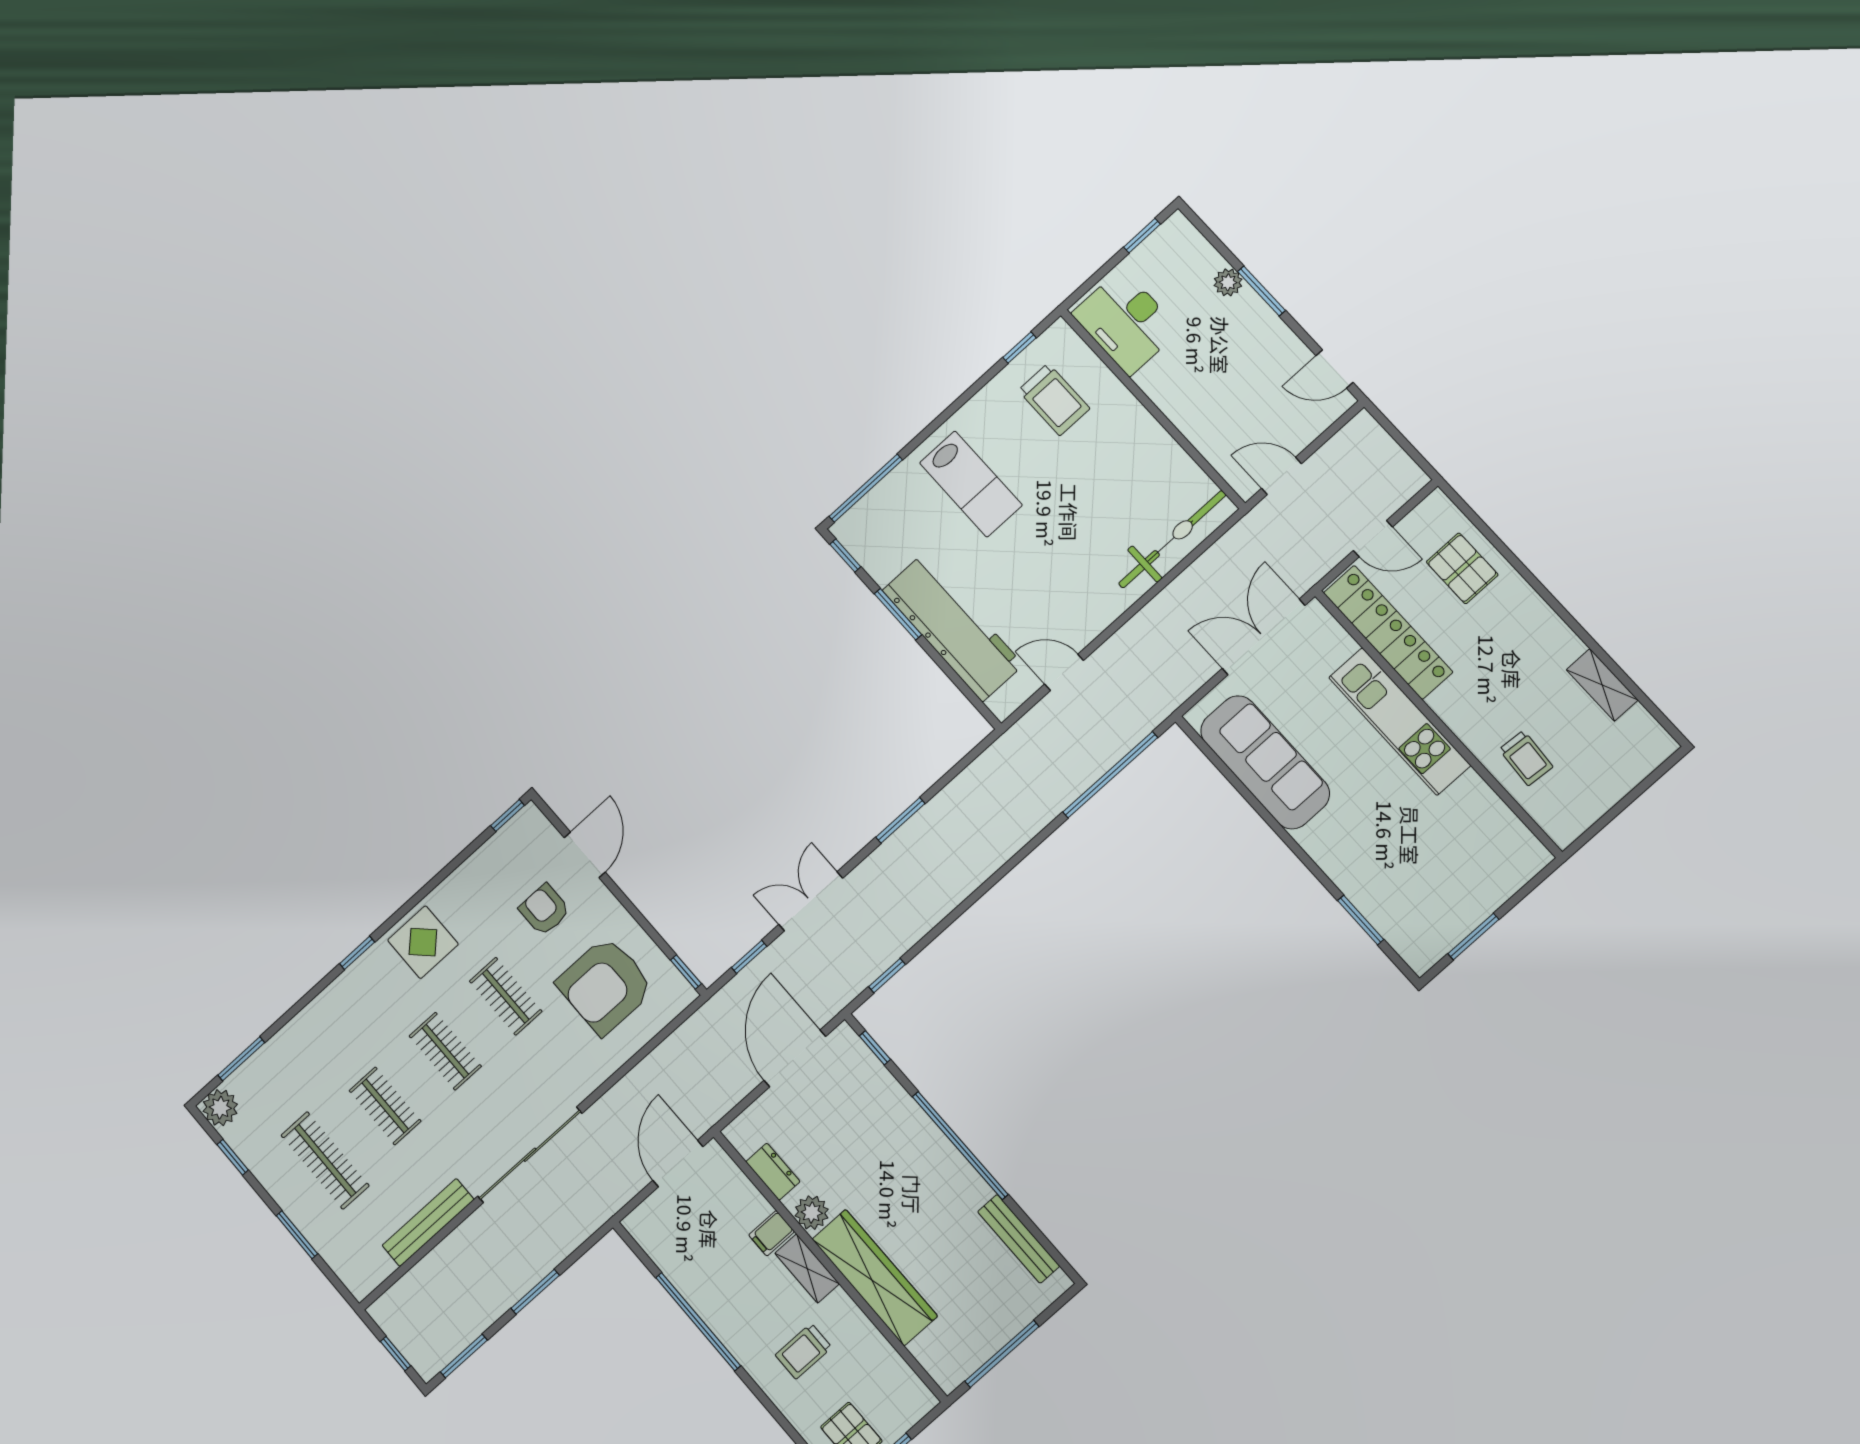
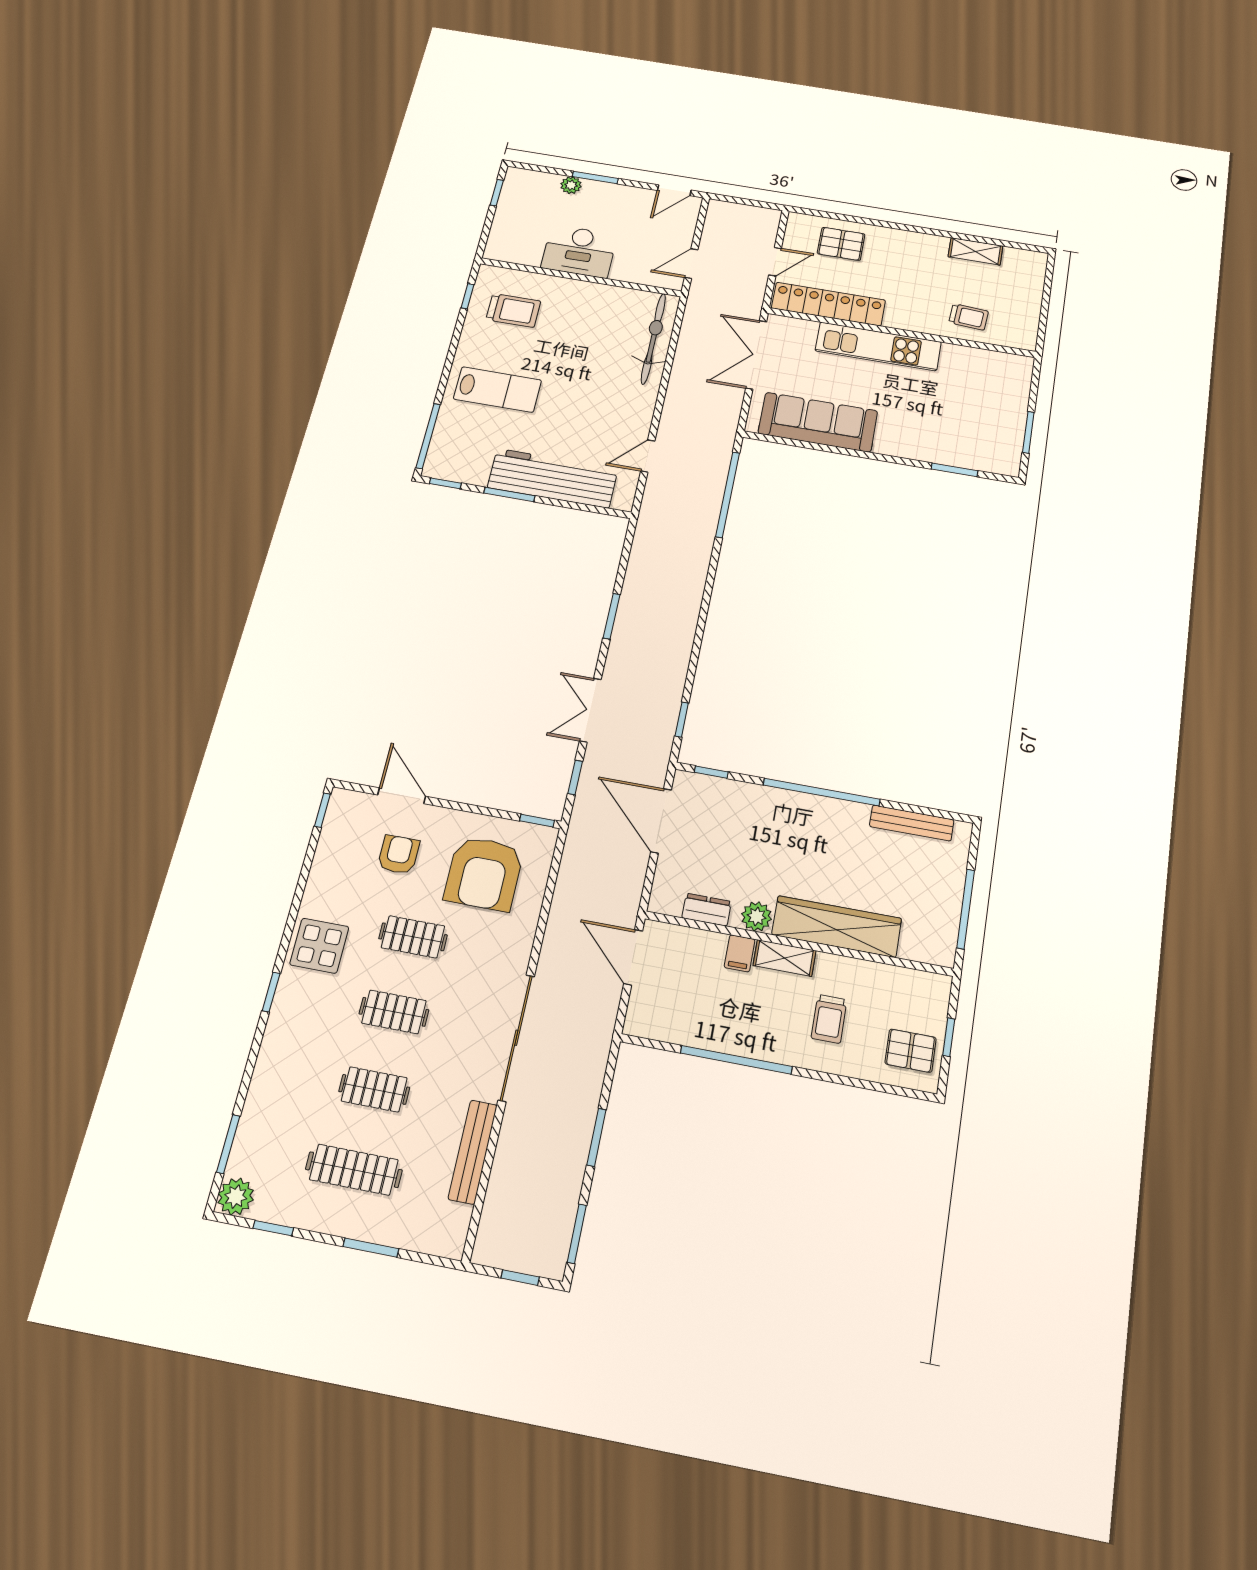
desk: (1126, 322) -> (579, 251), moved
armchair: (544, 910) -> (399, 855), turned 90

